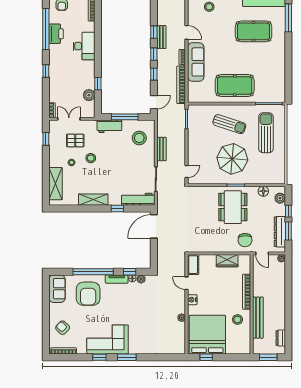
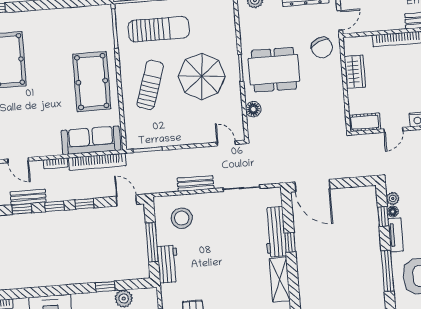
door: (187, 32) -> (18, 160), swing flipped
sofa: (196, 62) -> (91, 140), moved
sun lounger: (266, 133) -> (159, 29), turned 180
stool: (91, 158) -> (218, 288), removed
floor lamp: (263, 191) -> (253, 109), moved
workbench: (138, 199) -> (275, 232), moved
chair: (245, 240) -> (322, 47), turned 70
window: (93, 272) -> (387, 271), width x0.68

